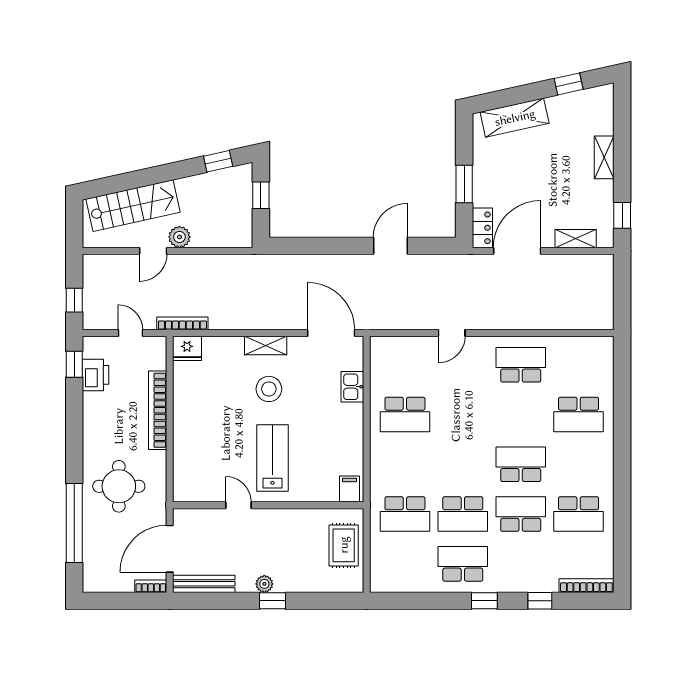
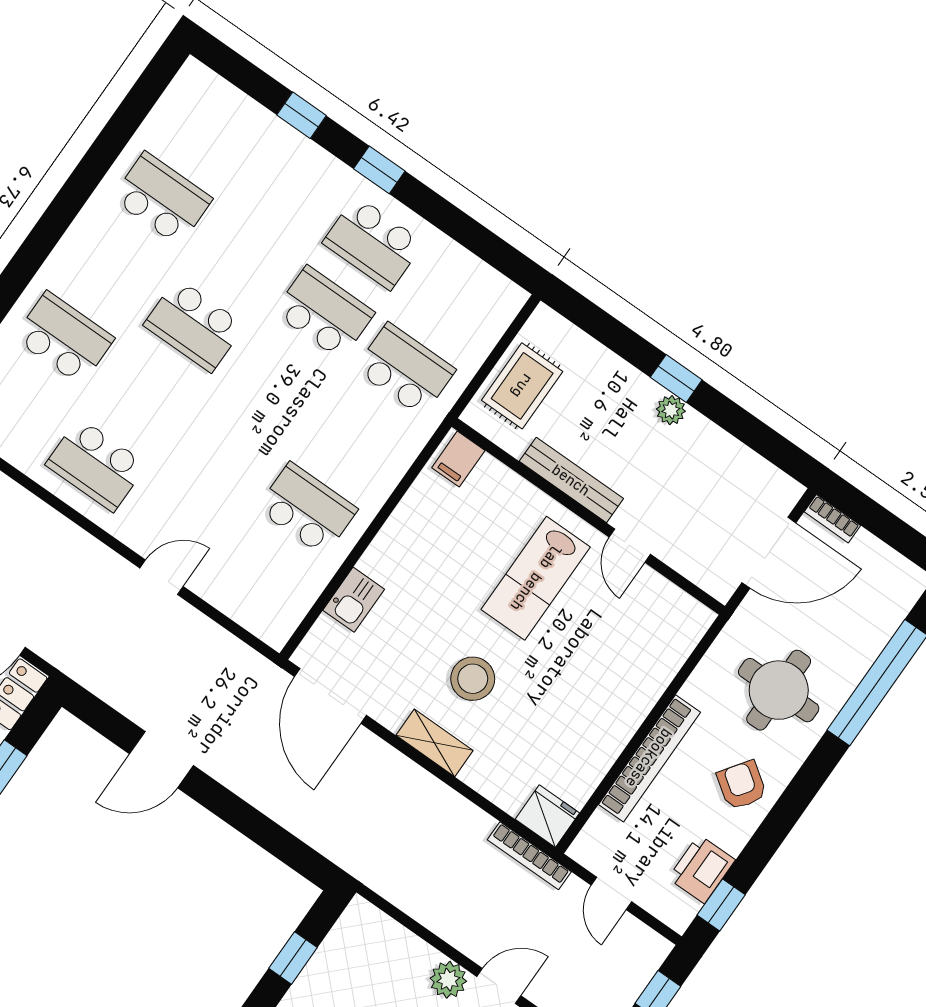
armchair: (105, 428) -> (742, 785), added
school desk: (521, 514) -> (243, 256), removed
bench: (204, 584) -> (571, 480), moved
bookcase: (586, 586) -> (221, 91), removed

